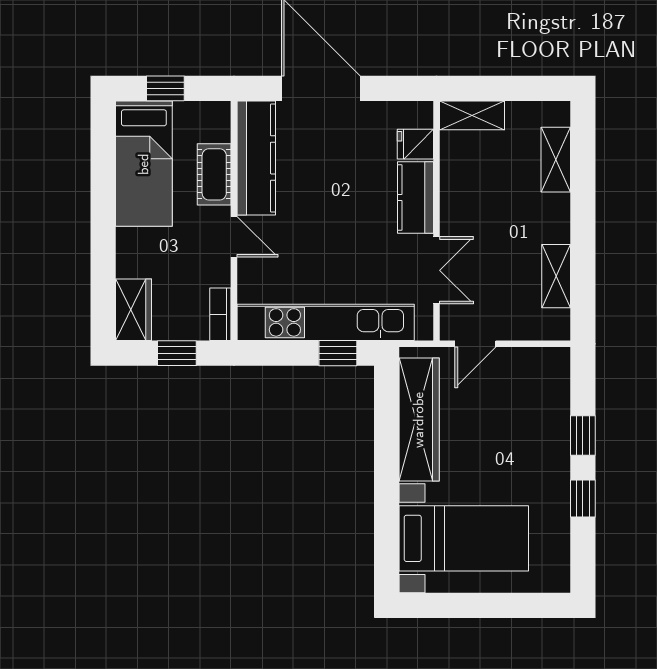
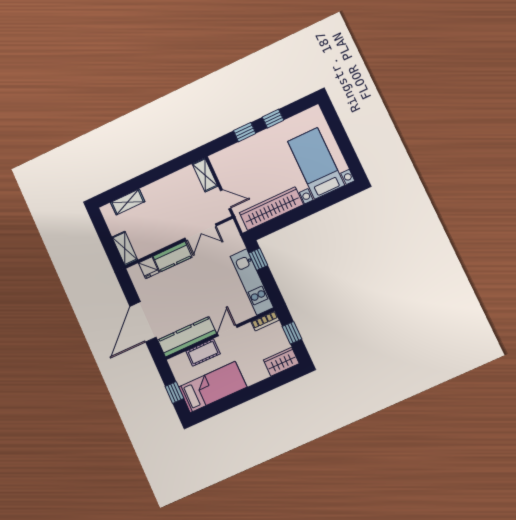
double door: (436, 270) -> (201, 232), swing flipped
shelving: (556, 276) -> (205, 175), moved, turned 90
kitchen unit: (326, 322) -> (252, 282), width x0.73

